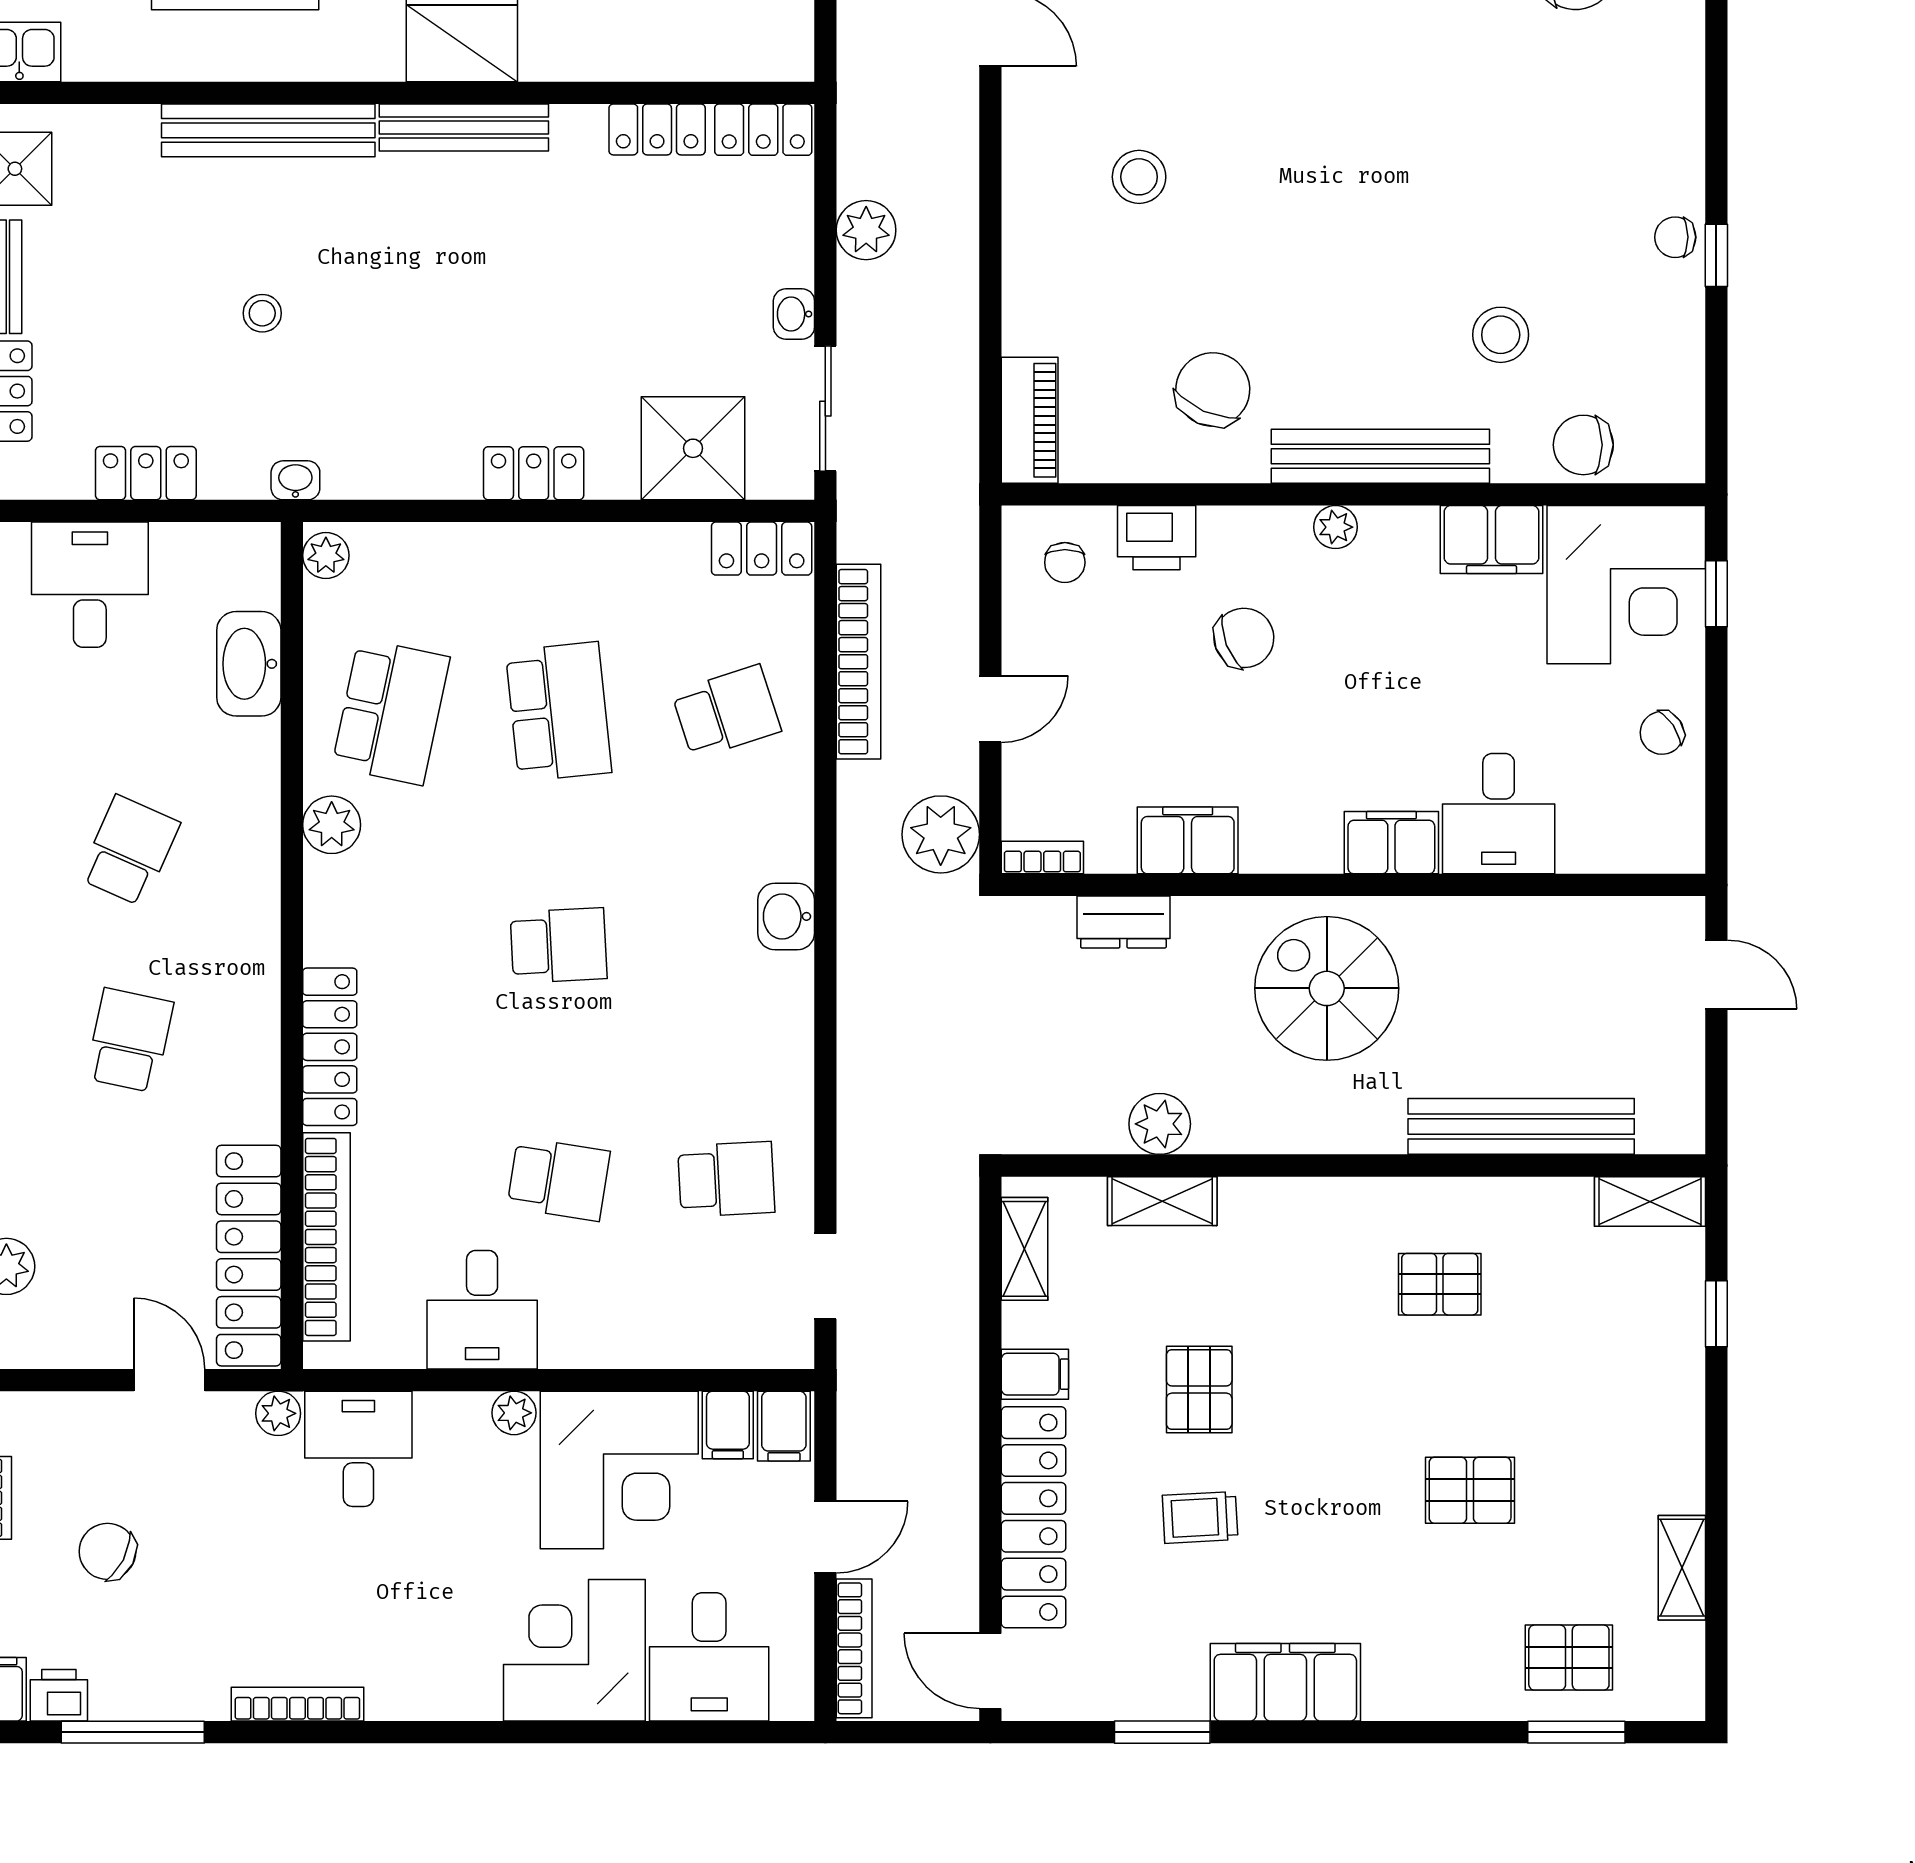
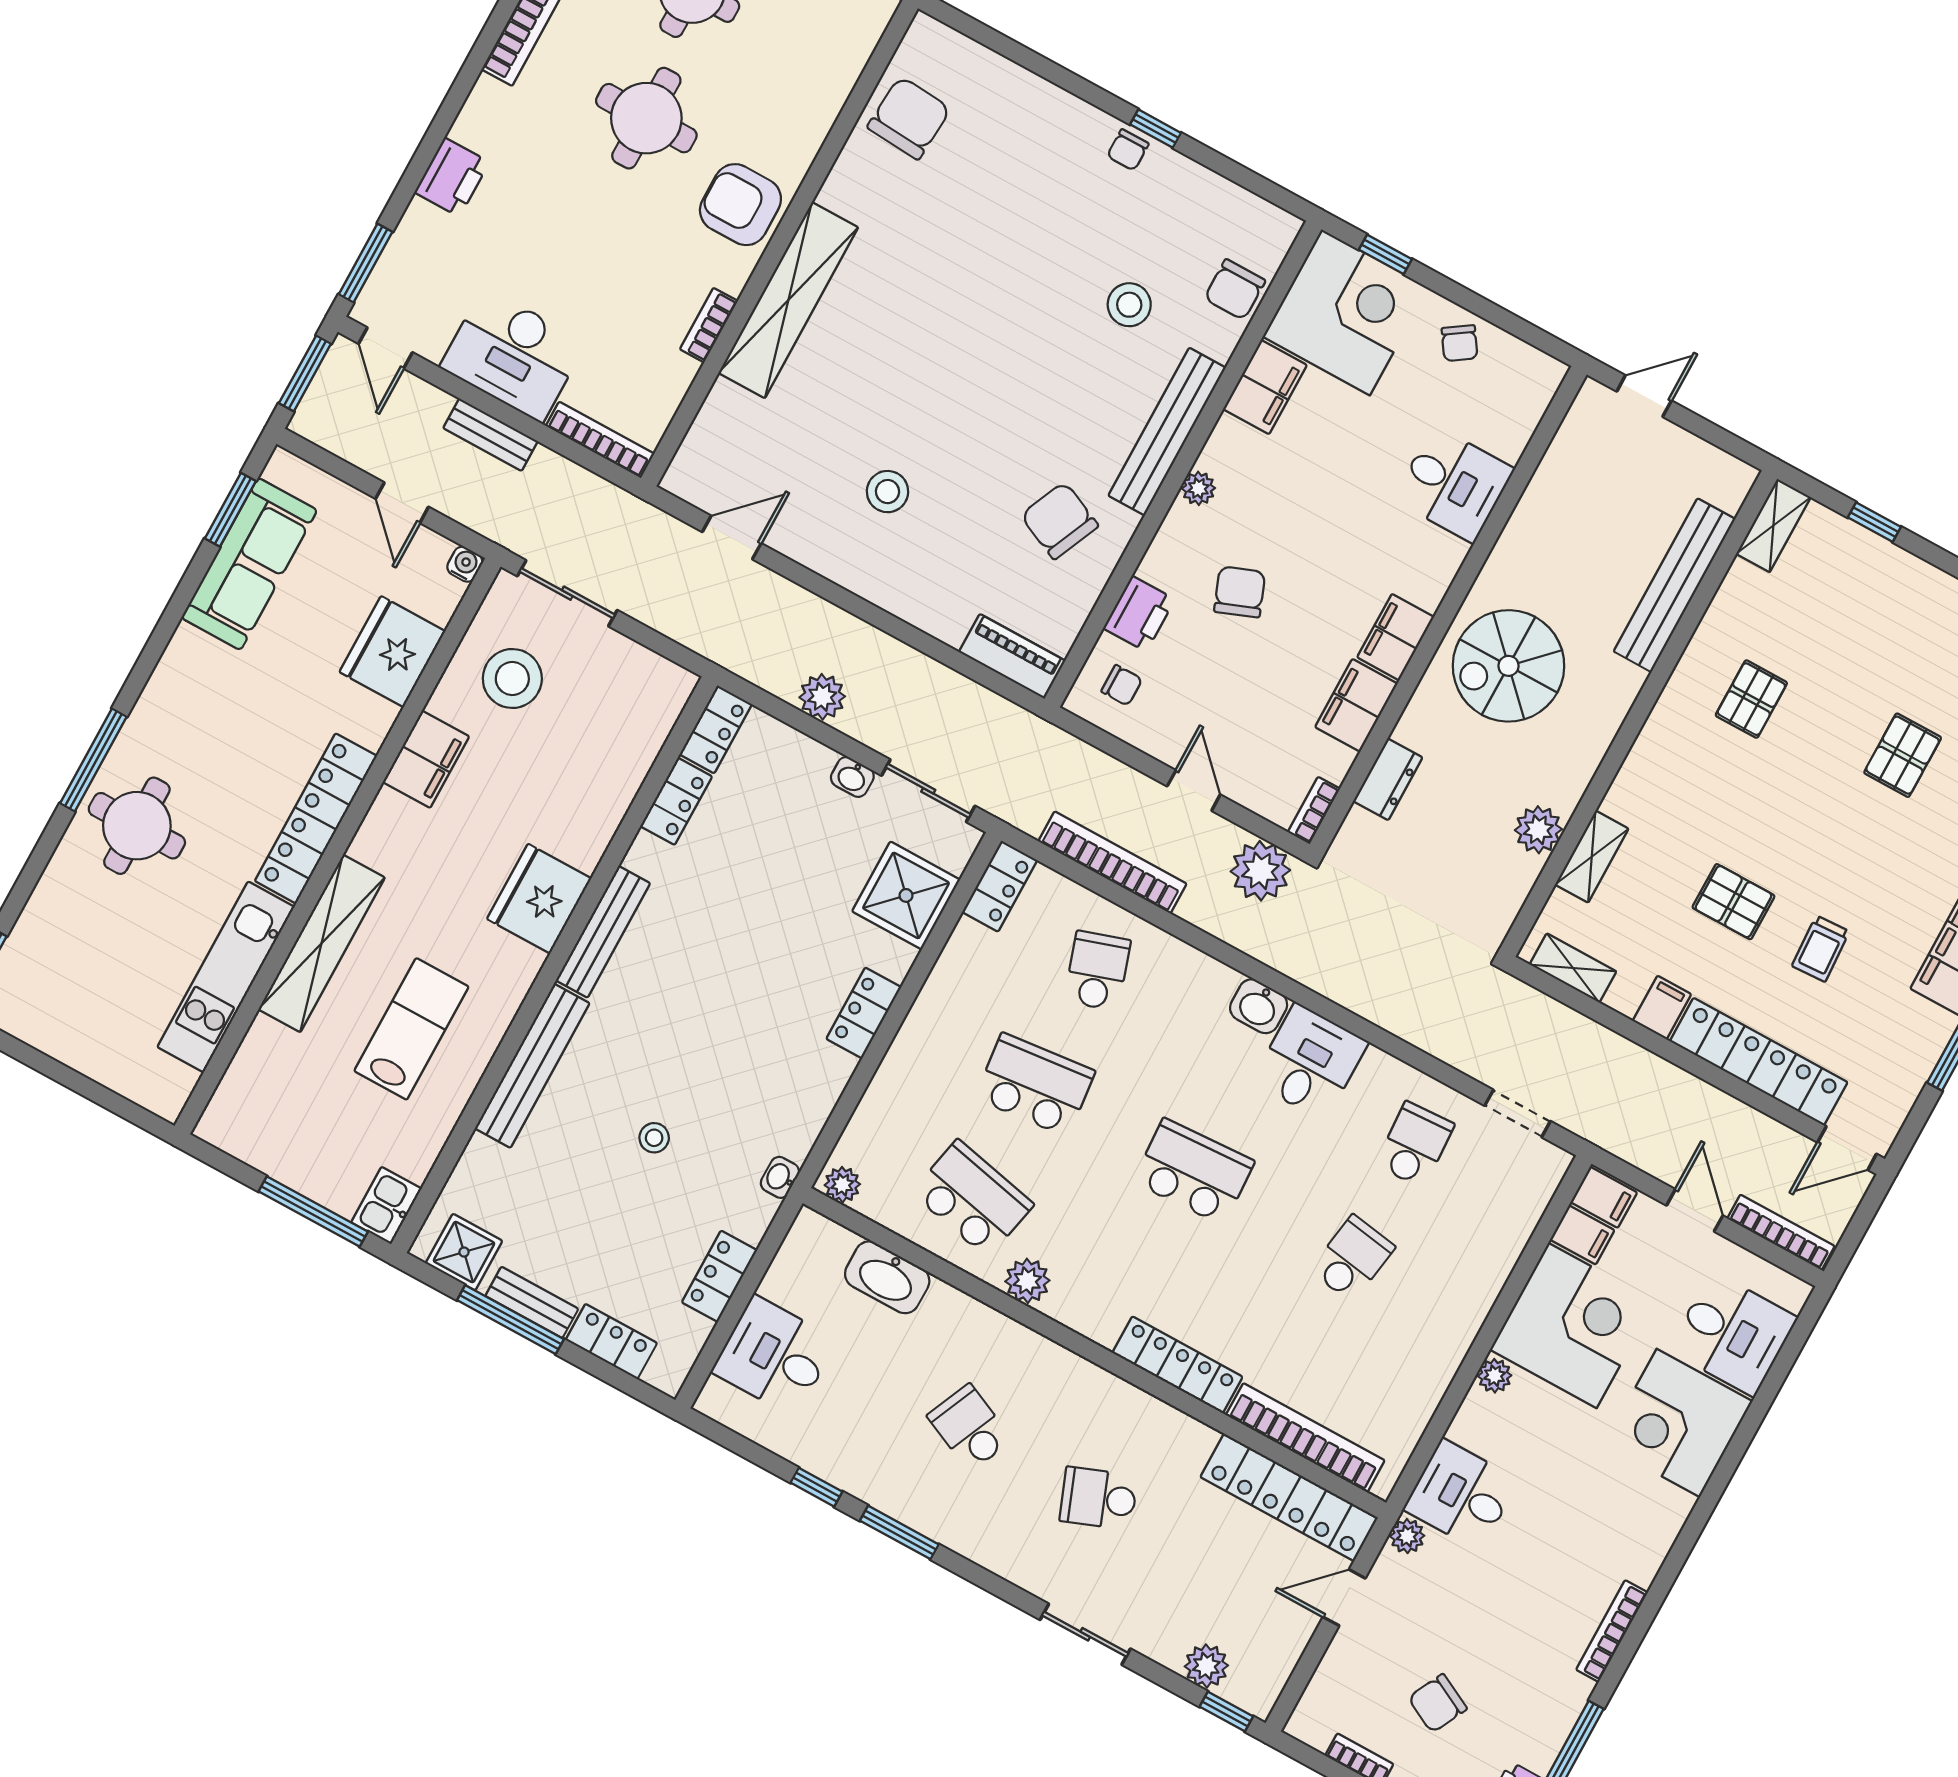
filing cabinet: (1391, 843) -> (1396, 637), moved
school desk: (559, 945) -> (1194, 1172), width x1.85
school desk: (130, 1040) -> (1099, 1498), turned -33
desk: (482, 1310) -> (1310, 1062), moved, turned -90

